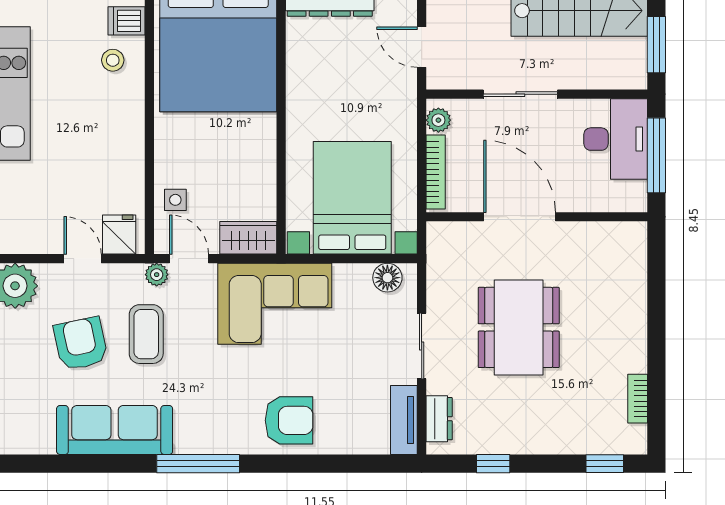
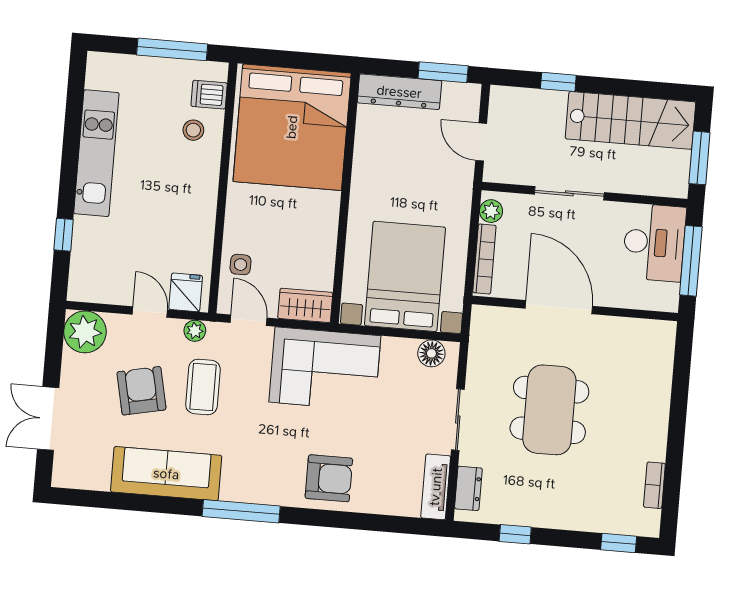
plant: (157, 275) -> (195, 331), moved

